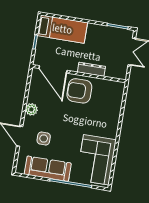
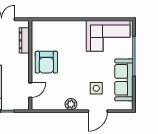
door: (53, 69) -> (30, 90), width x0.53
dresser: (91, 69) -> (24, 40), moved

